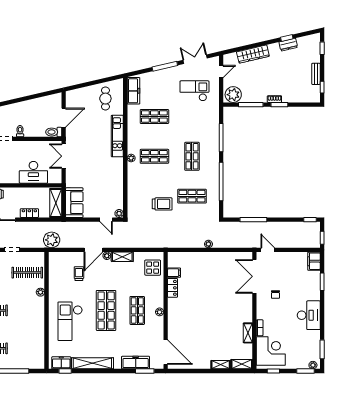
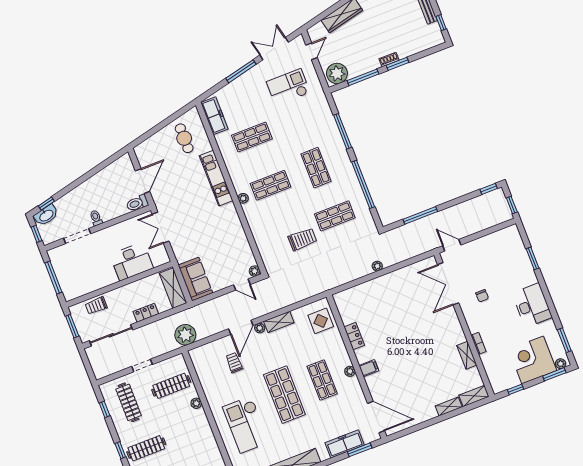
filing cabinet: (314, 261) -> (513, 237), removed
filing cabinet: (174, 273) -> (369, 368), moved
corner desk: (271, 351) -> (533, 360), moved, turned -90

